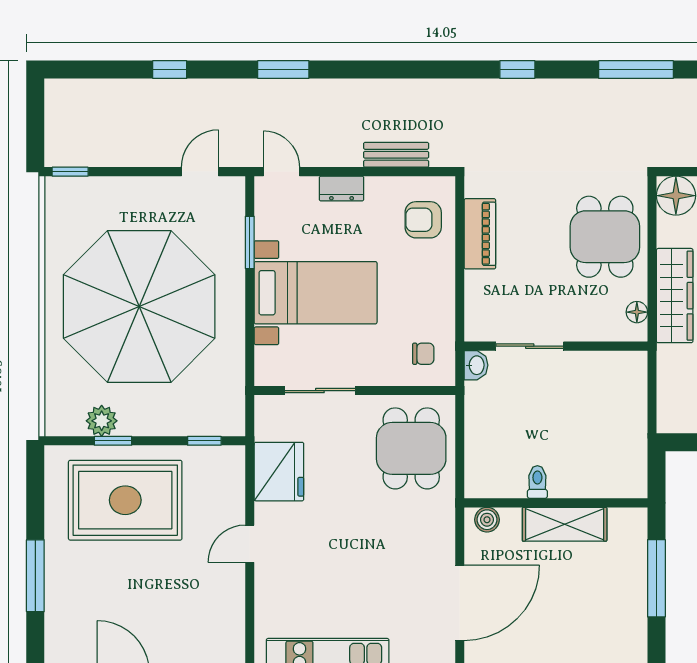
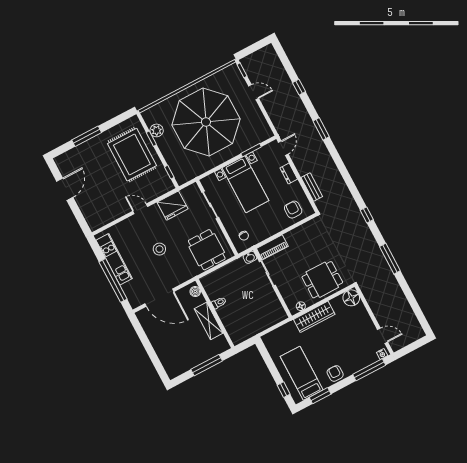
door: (200, 172) -> (254, 92), moved
piano: (480, 234) -> (272, 247), moved
dining table: (411, 448) -> (207, 250), turned 90
stool: (357, 548) -> (159, 249), added

